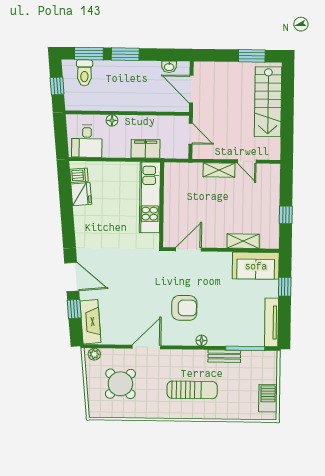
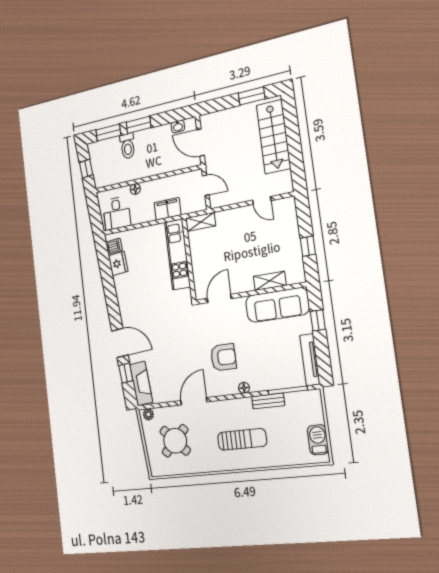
toilet: (84, 73) -> (128, 146), moved
shelving: (219, 170) -> (201, 222), moved
sofa: (256, 266) -> (277, 305), width x1.36

